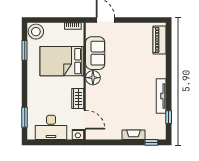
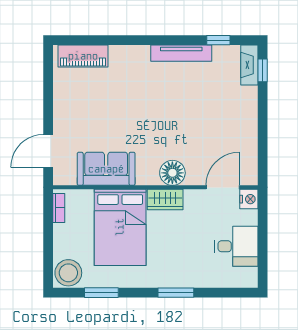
floor lamp: (93, 78) -> (172, 173), moved
wardrobe: (78, 99) -> (165, 200), moved
window: (25, 117) -> (176, 293), moved
desk: (51, 127) -> (236, 246), width x0.73
fireplace: (133, 135) -> (249, 65), moved

